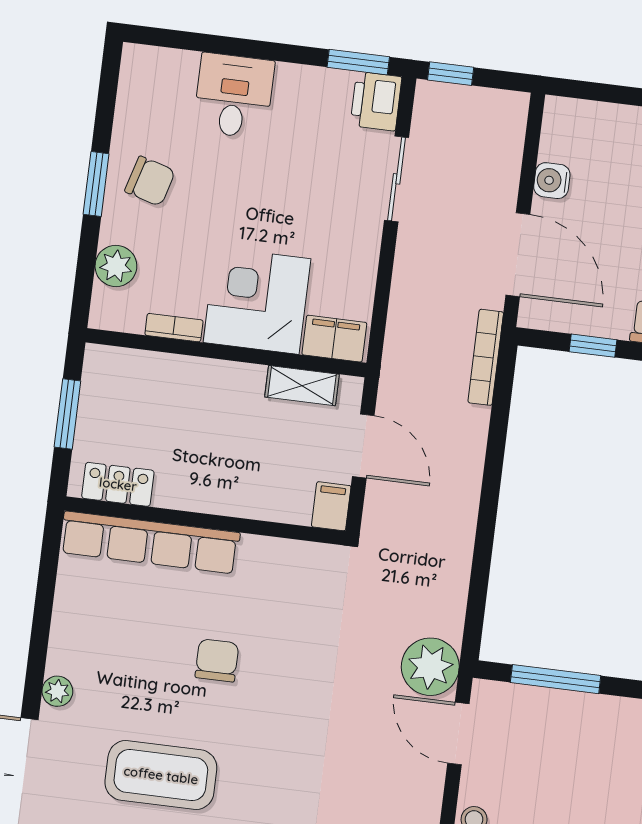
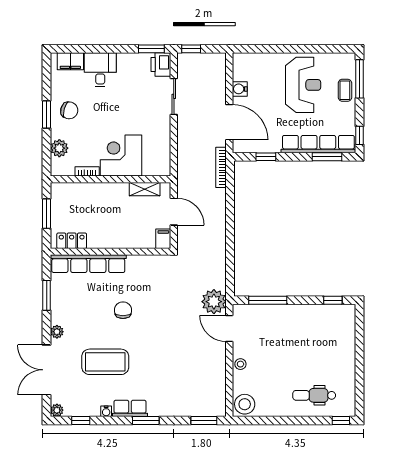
filing cabinet: (334, 339) -> (70, 61), moved, turned 180
window: (44, 604) -> (47, 295), added

